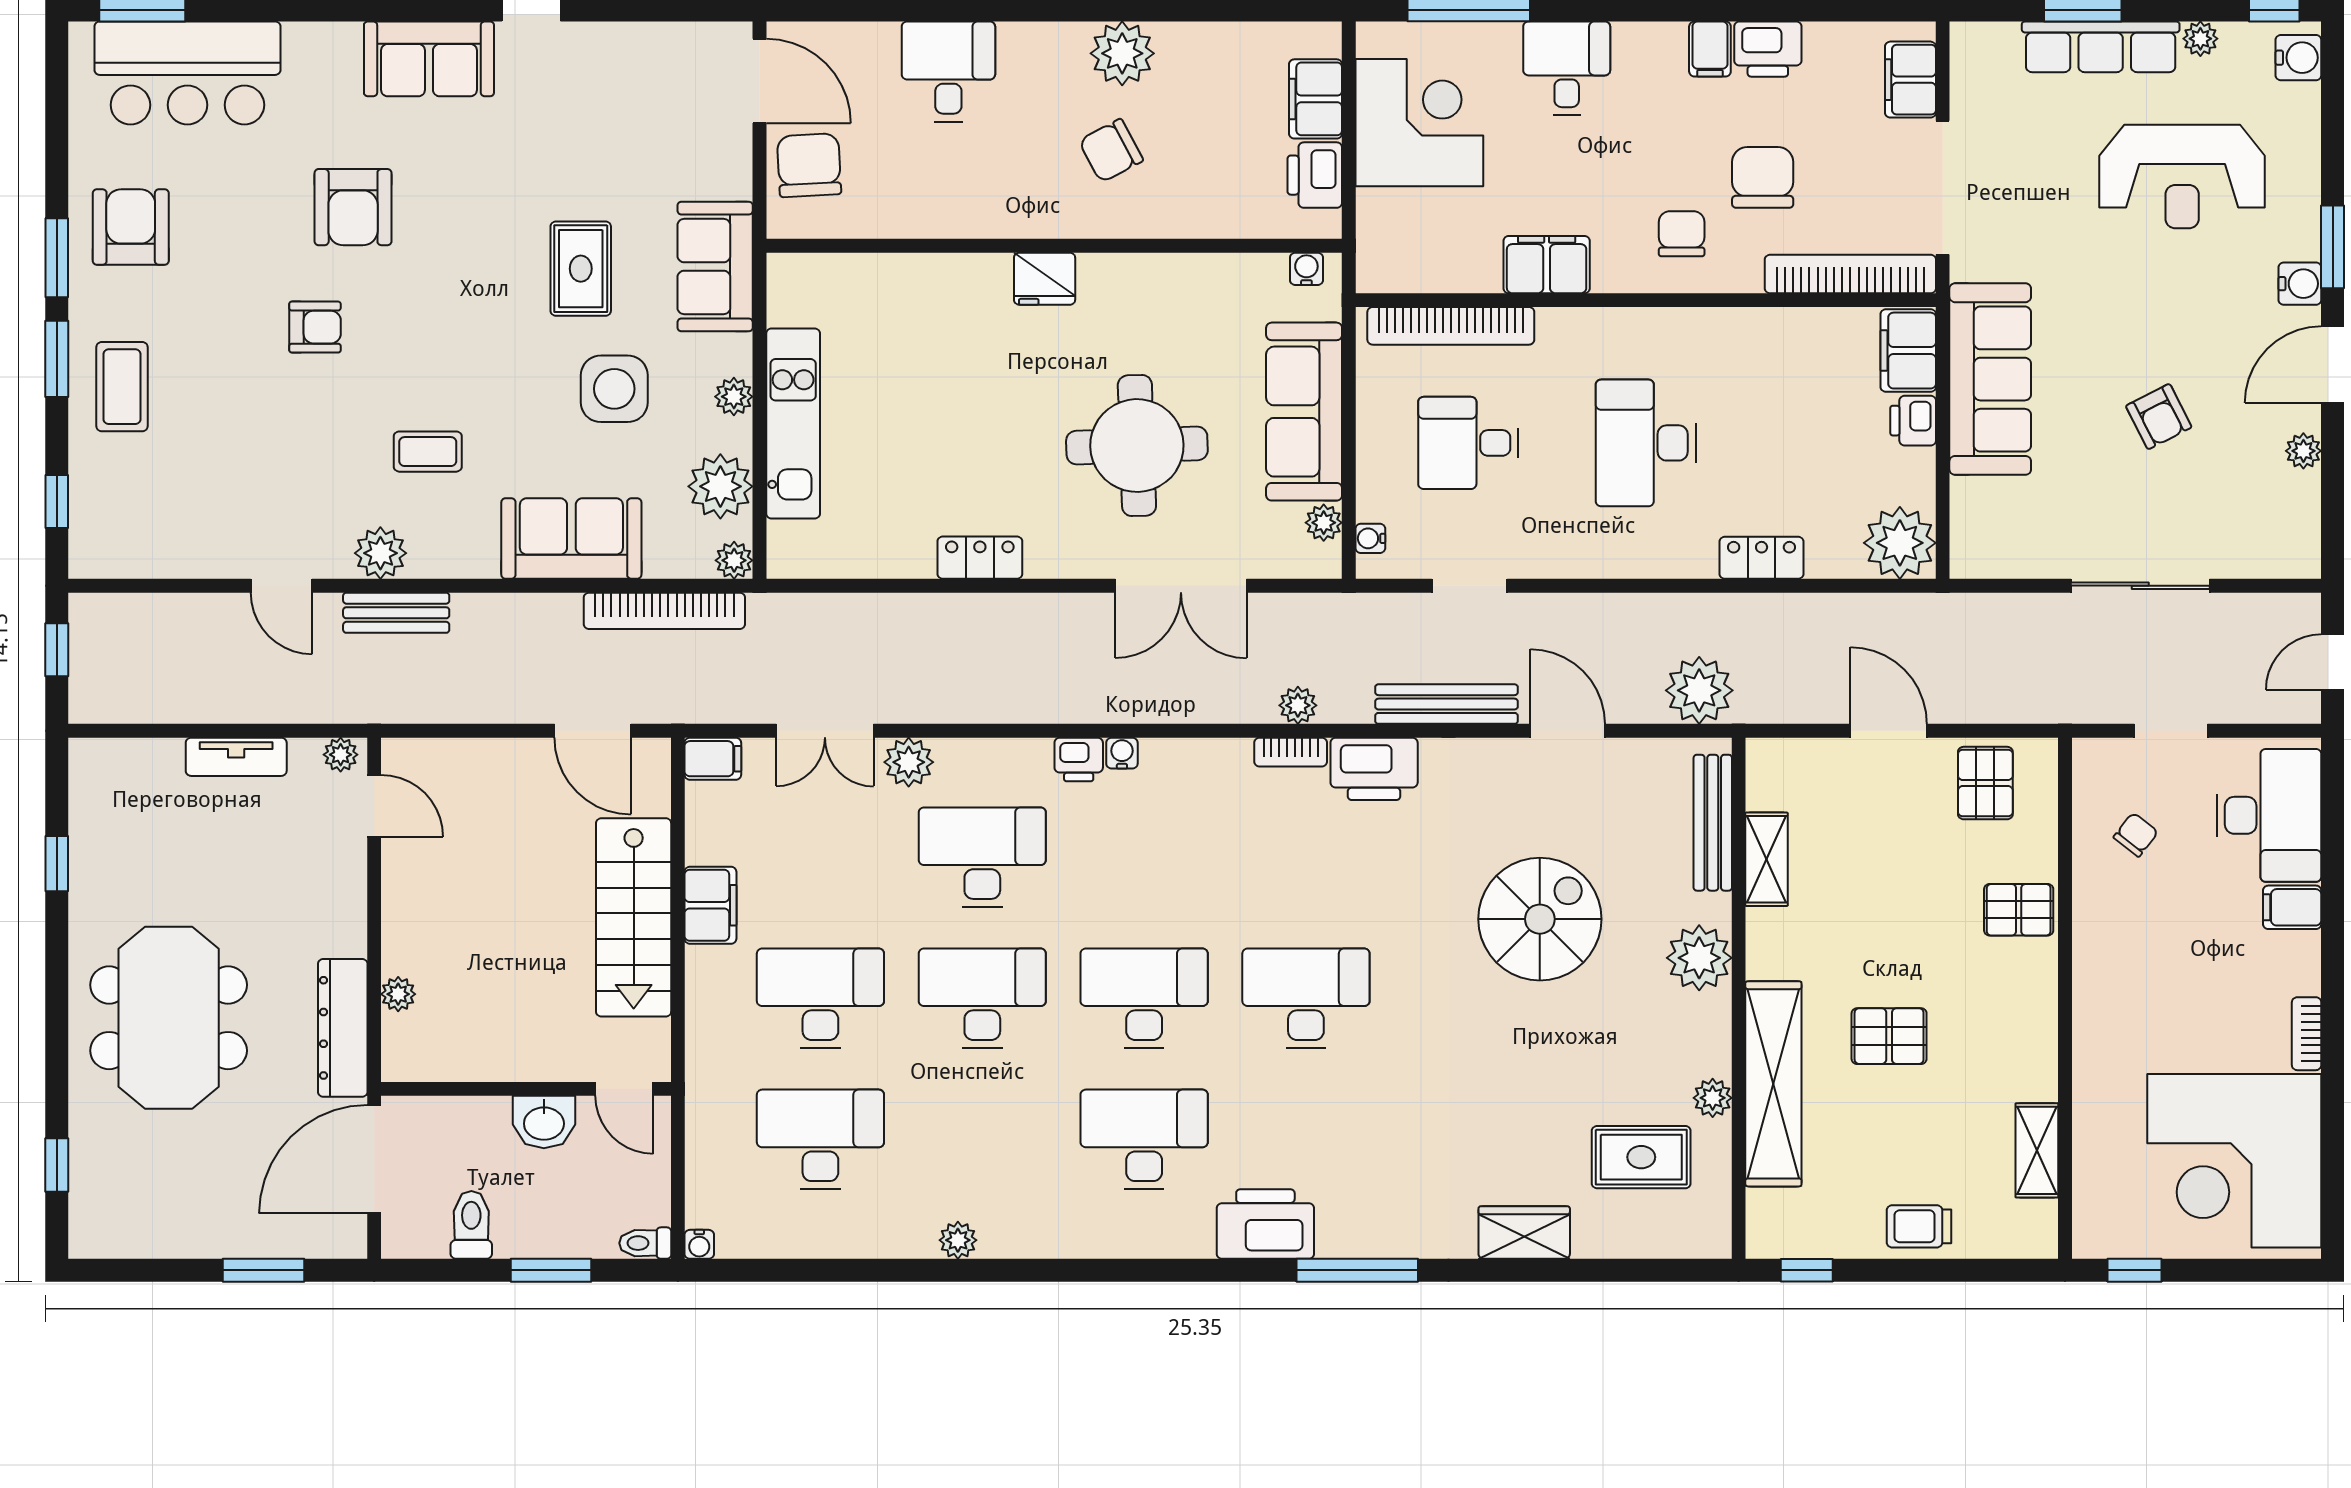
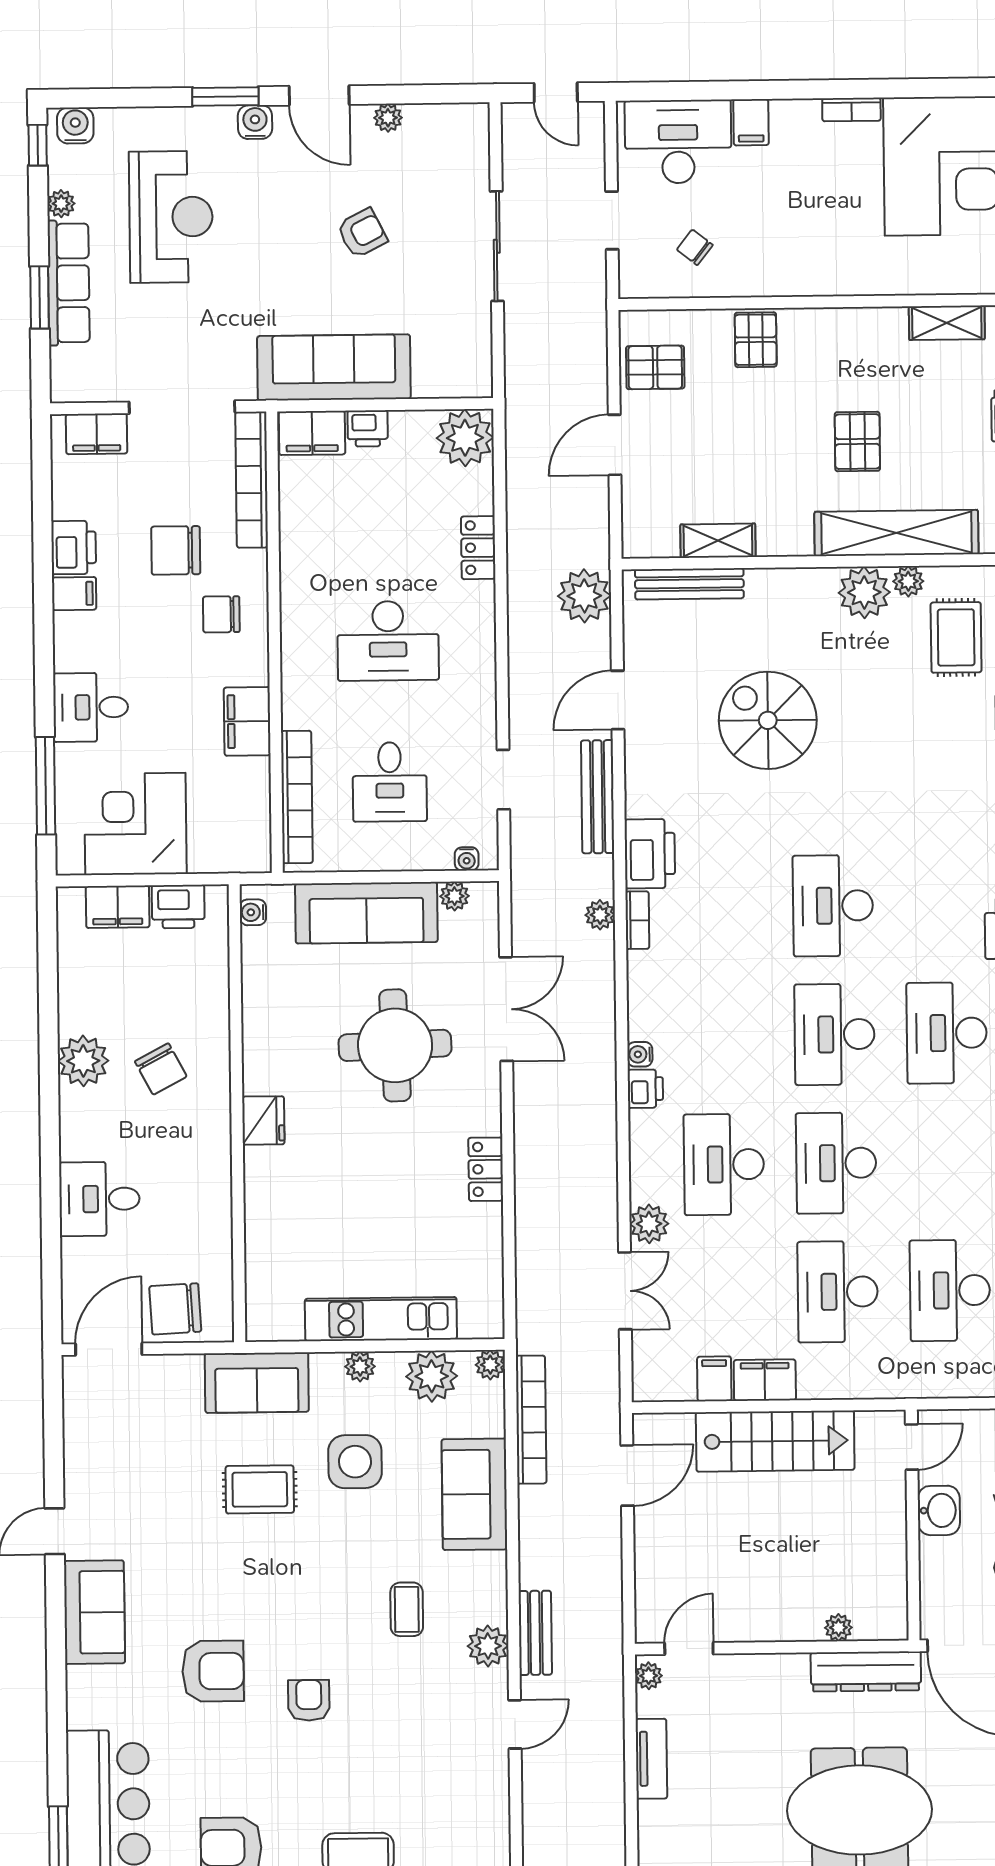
filing cabinet: (713, 759) -> (714, 1379), moved
plant: (1699, 958) -> (864, 592), moved

